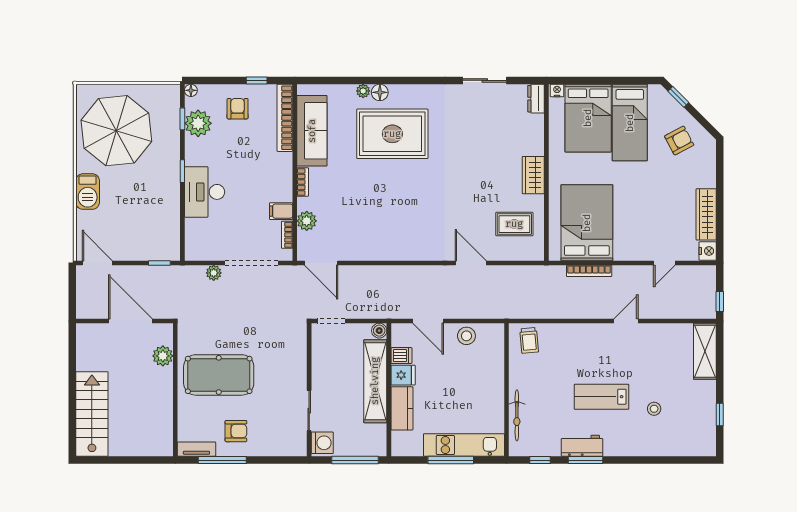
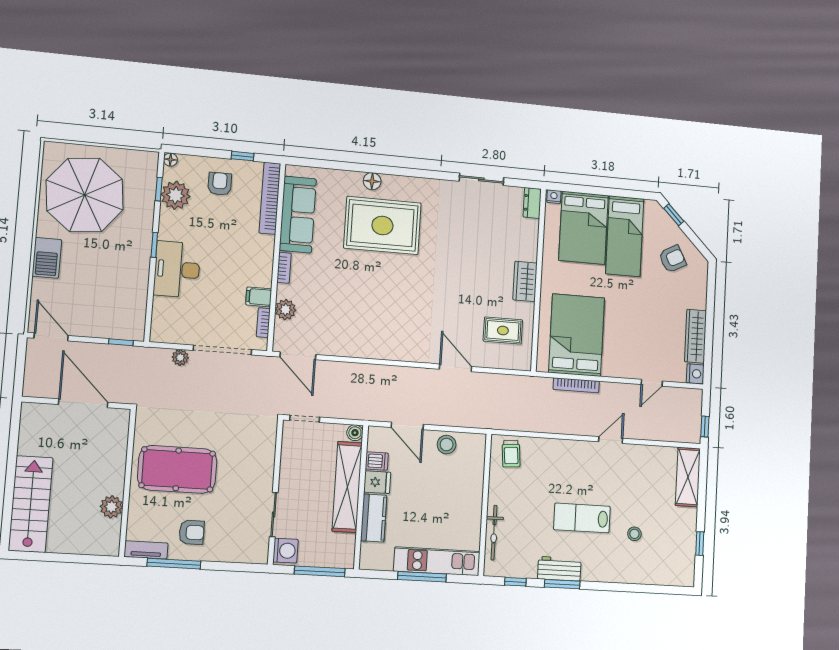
plant: (363, 91) -> (355, 178), removed
plant: (163, 356) -> (111, 507), moved

